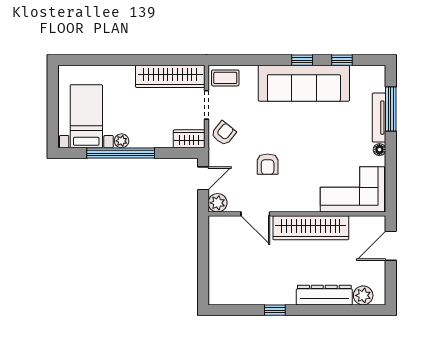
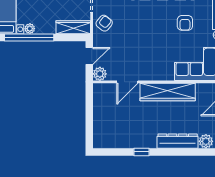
wardrobe: (189, 139) -> (73, 27), width x1.50
armchair: (268, 164) -> (185, 23), moved
door: (255, 214) -> (127, 82), hinge flipped

